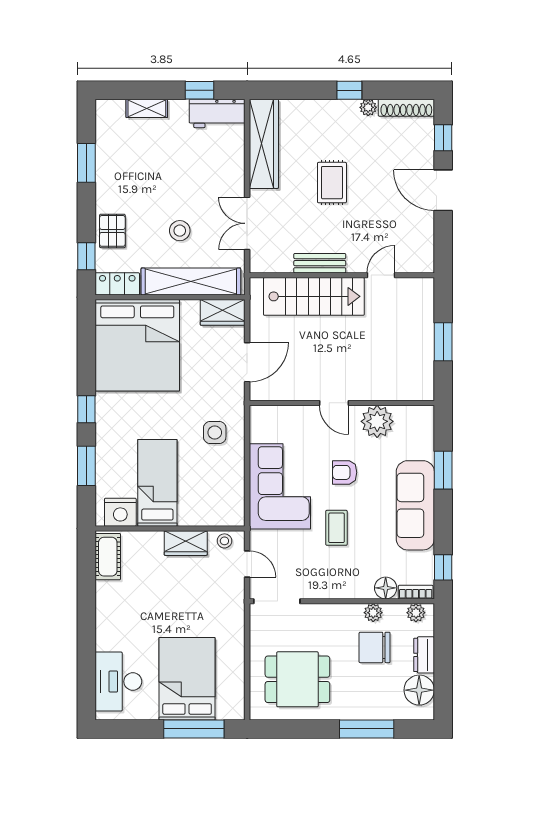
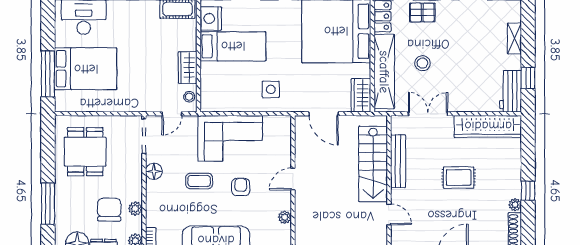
bench: (320, 263) -> (398, 161), width x1.36
plant: (377, 421) -> (285, 217), width x0.53, depth x0.53
floor lamp: (386, 588) -> (154, 171), moved

